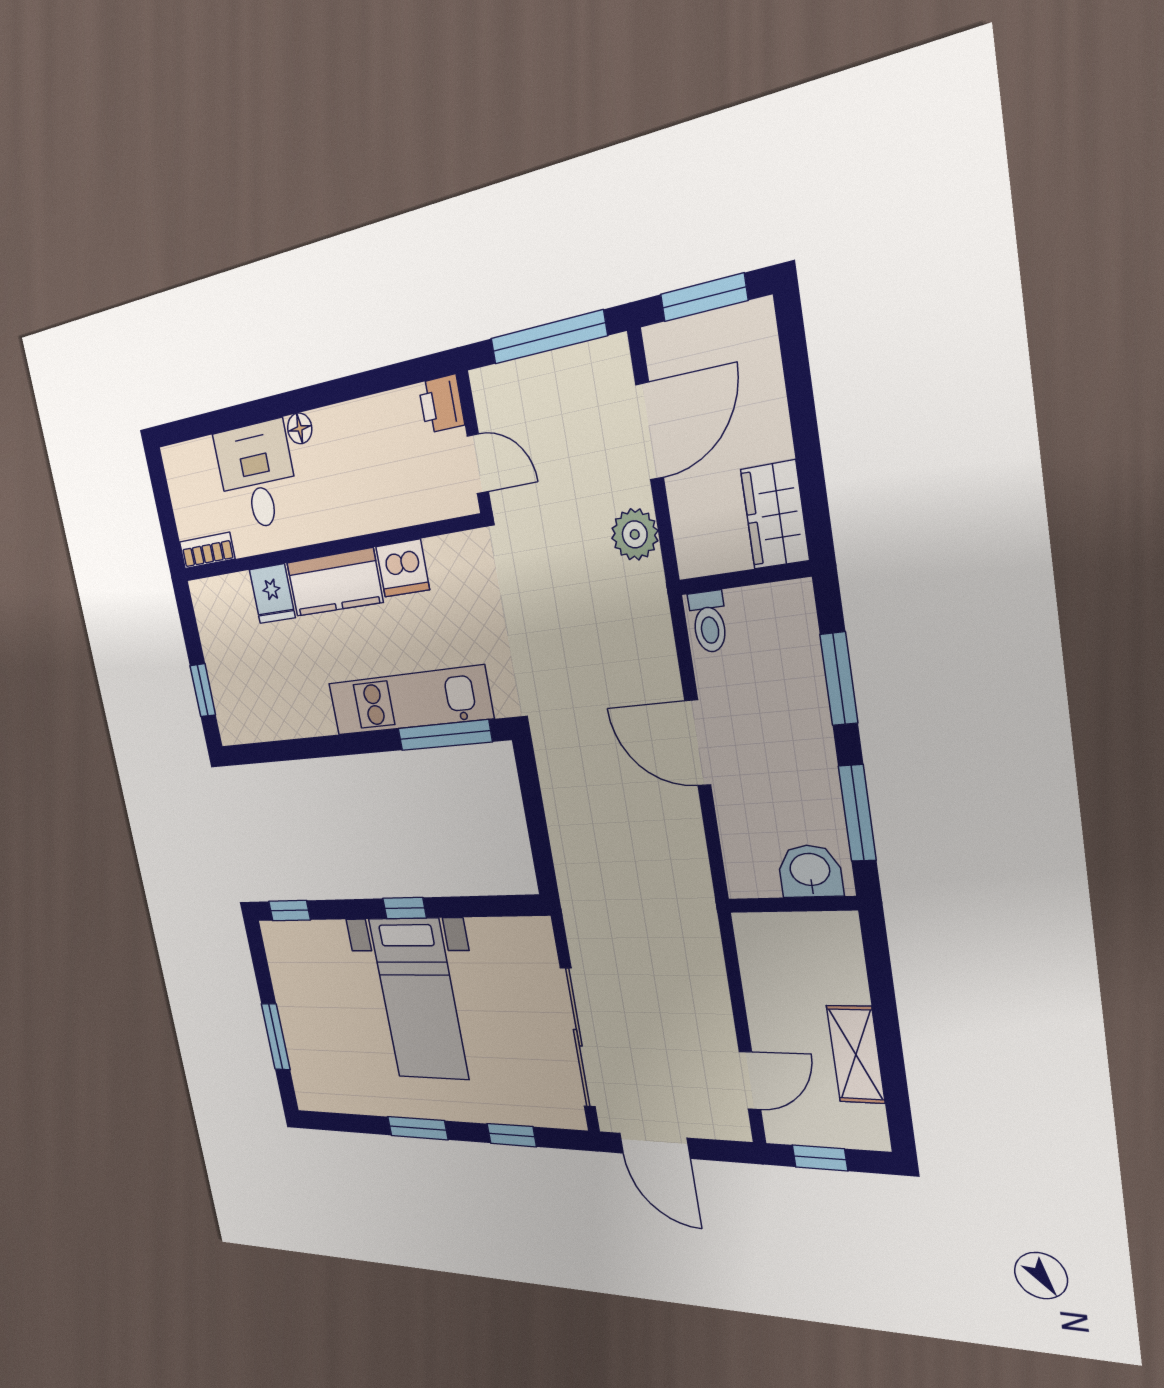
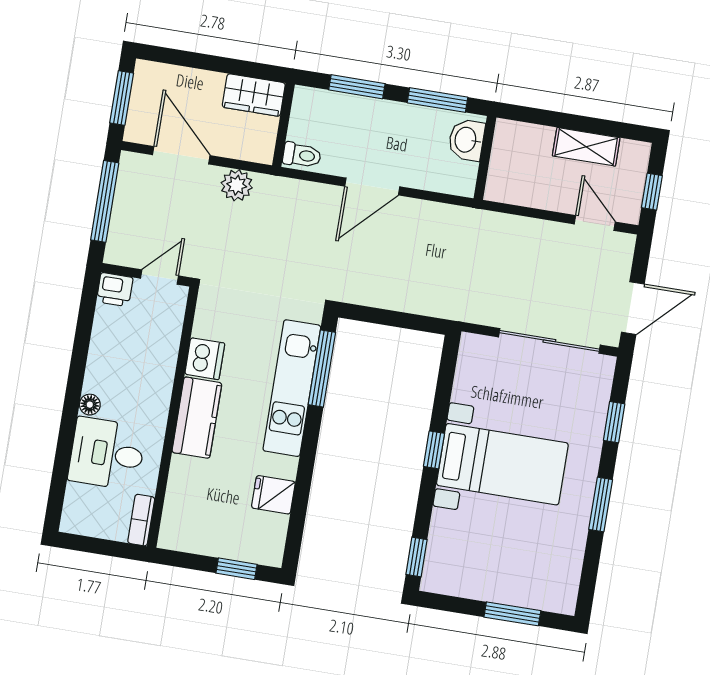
fridge: (272, 594) -> (273, 495), moved, turned 180

